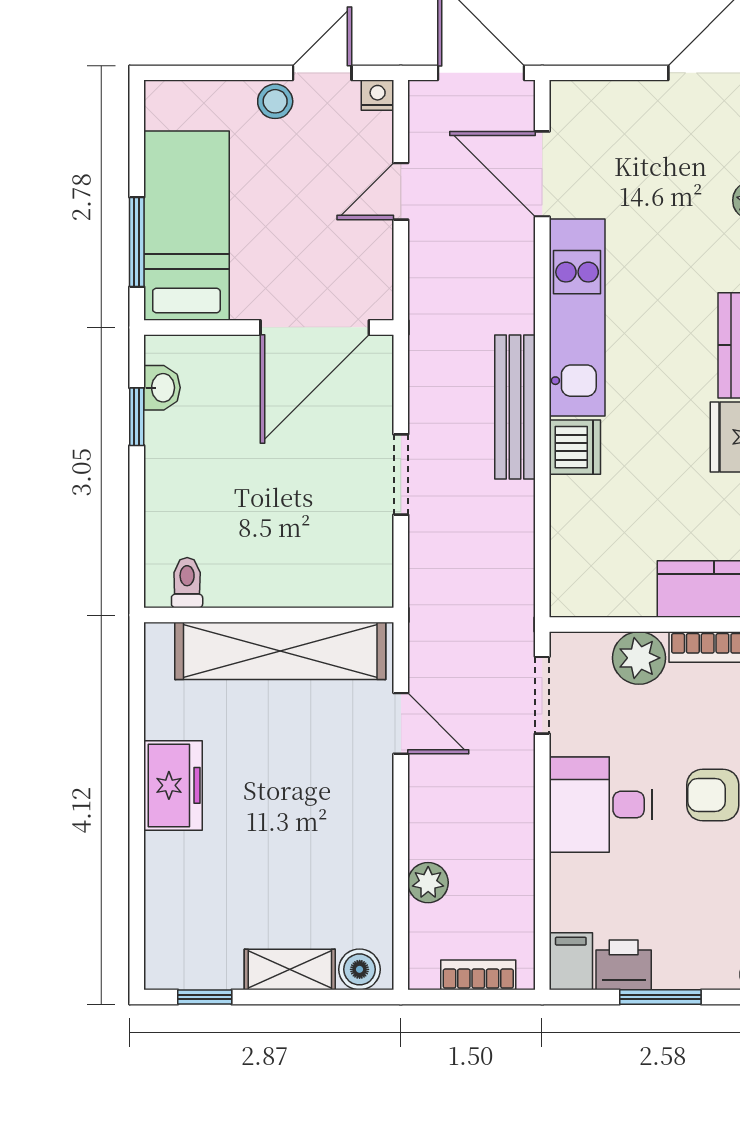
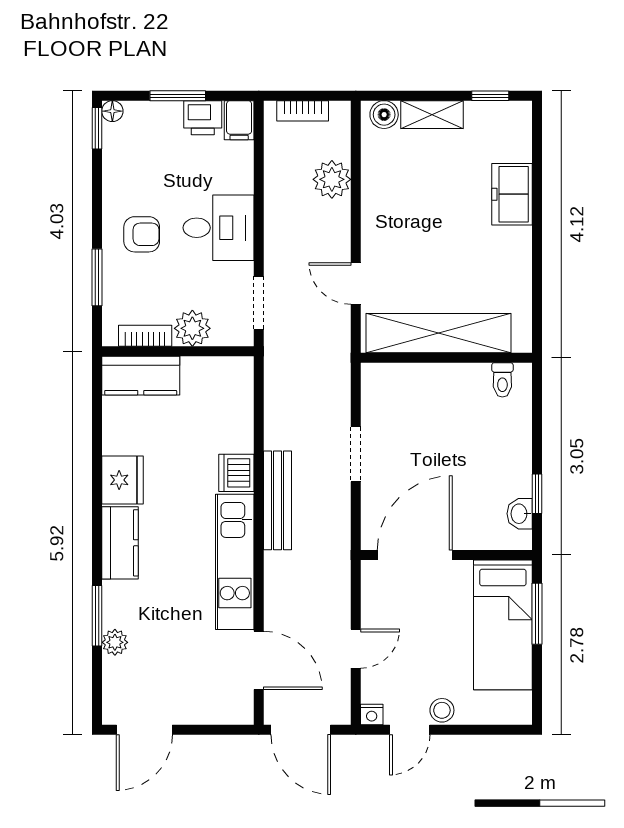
freezer: (173, 785) -> (512, 194), moved
plant: (428, 883) -> (332, 179), width x1.38, depth x1.38

